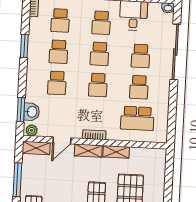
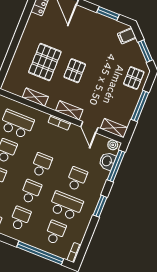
window: (24, 46) -> (100, 206), moved
school desk: (59, 52) -> (66, 206), width x1.85
window: (21, 110) -> (116, 166), width x1.44
door: (62, 140) -> (89, 127), swing flipped
shelving: (116, 152) -> (35, 97), moved

